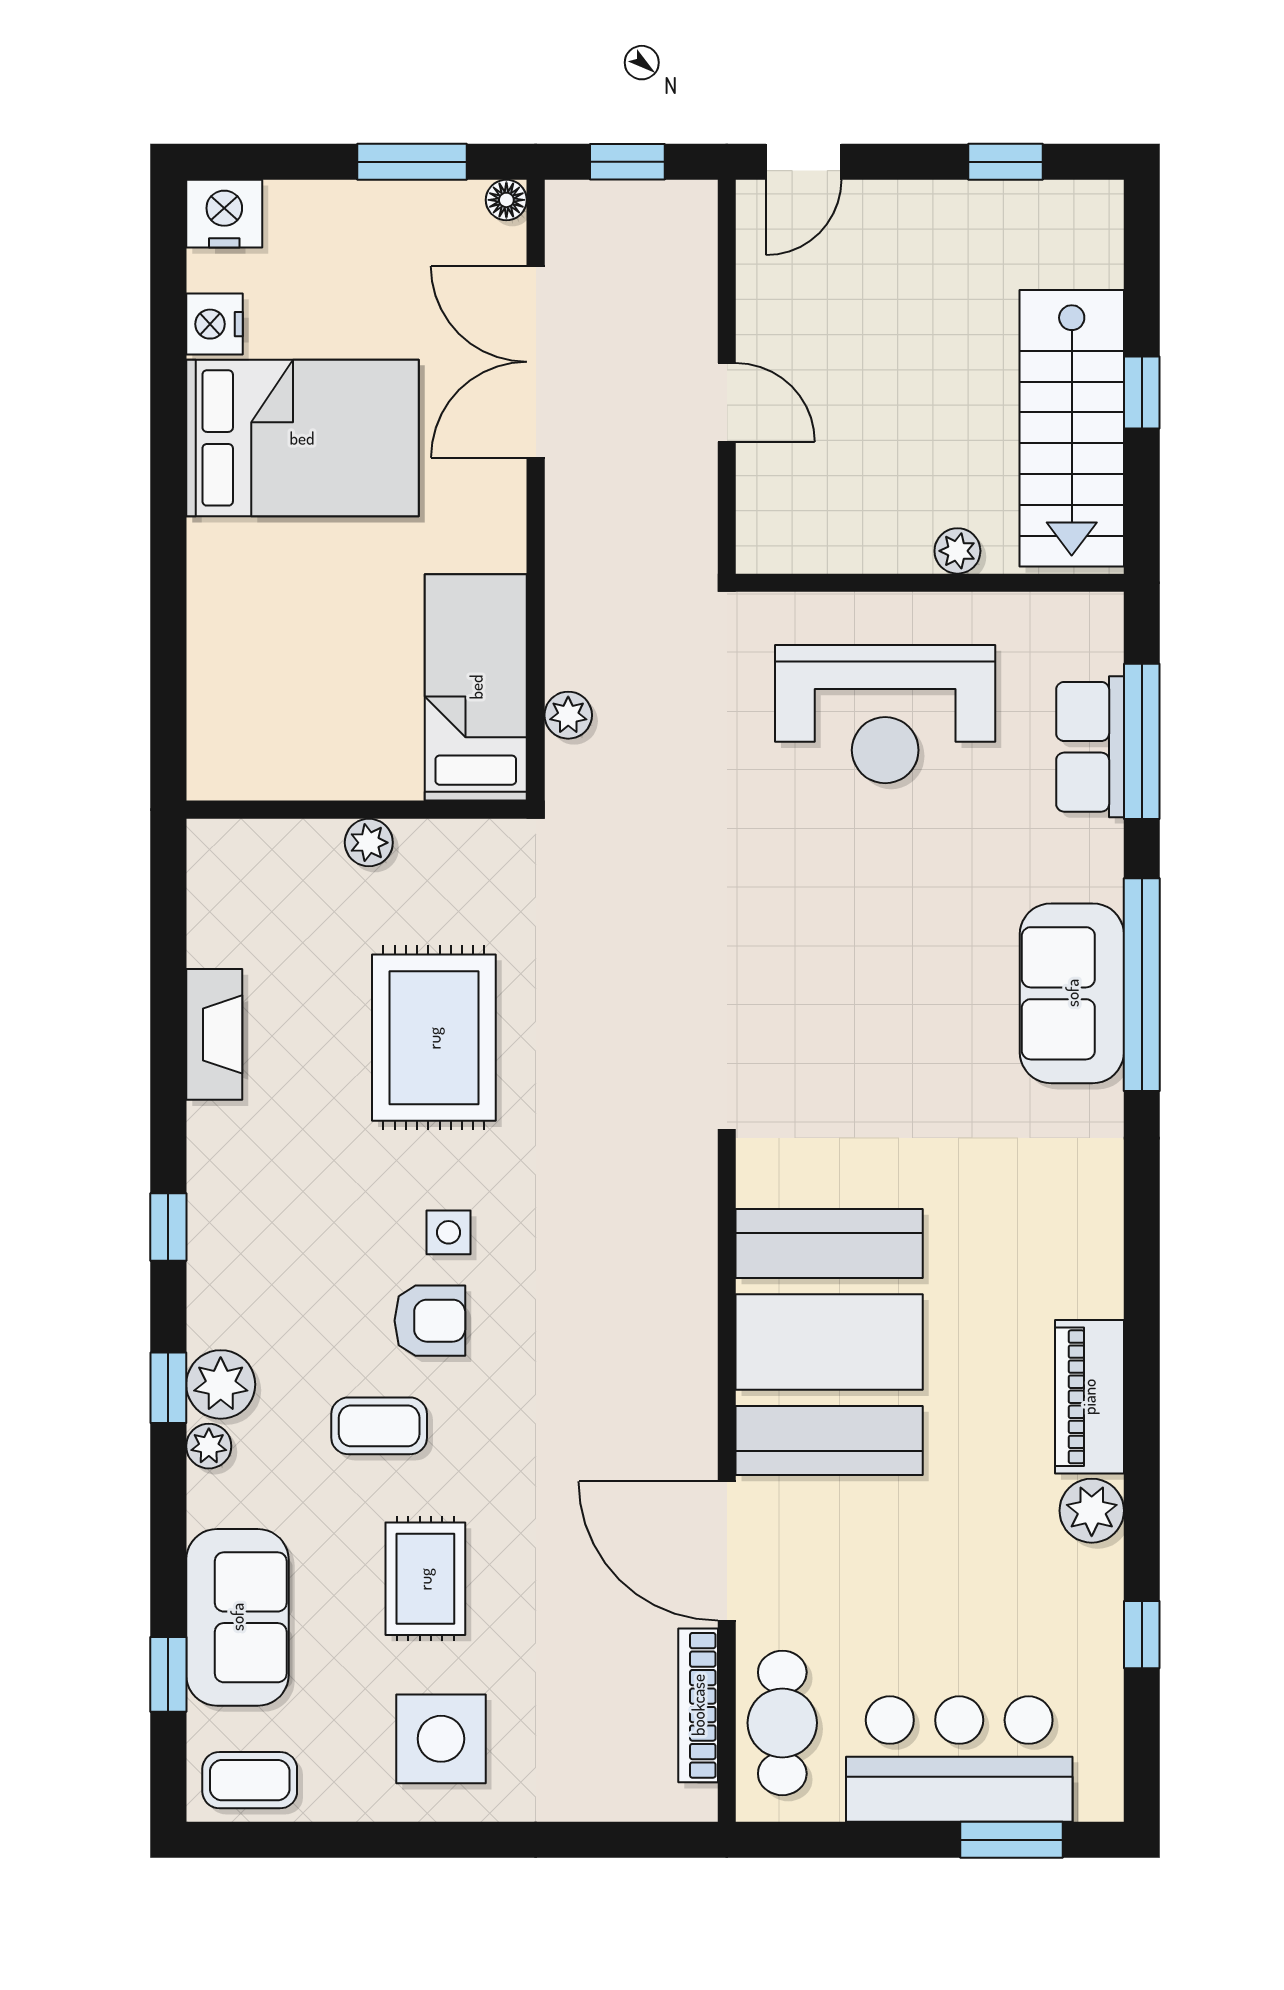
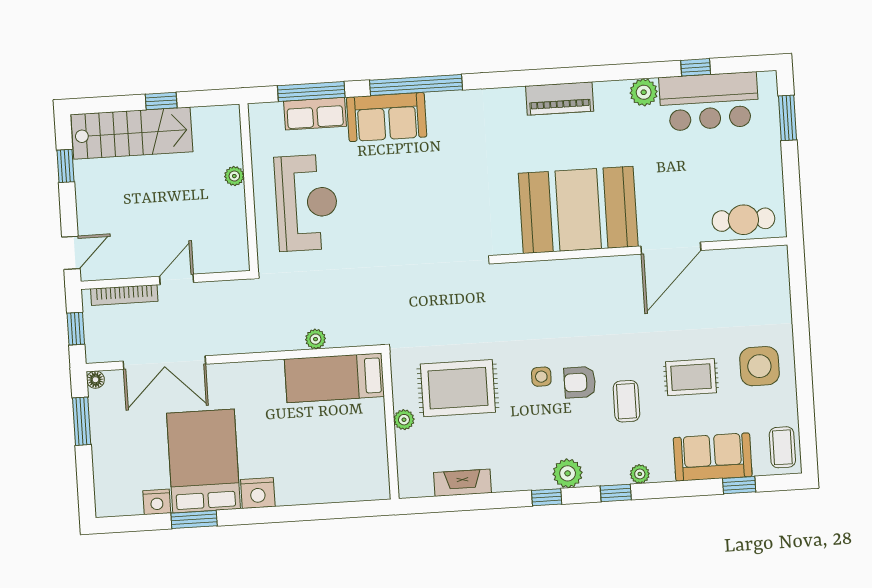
door: (804, 162) -> (71, 253), hinge flipped
nightstand: (224, 214) -> (258, 493), moved, turned -90
window: (168, 408) -> (194, 519), added
stairs: (1072, 428) -> (132, 133), moved
bed: (476, 687) -> (334, 378), moved
wall: (357, 810) -> (390, 426), moved
plant: (369, 843) -> (404, 420), moved
sofa: (1072, 993) -> (387, 117), moved
armchair: (430, 1321) -> (580, 382), turned -90
plant: (221, 1384) -> (568, 473), moved
piano: (1089, 1397) -> (560, 99), moved
bookcase: (698, 1705) -> (124, 295), moved
bar counter: (959, 1759) -> (709, 101), moved, turned -90

